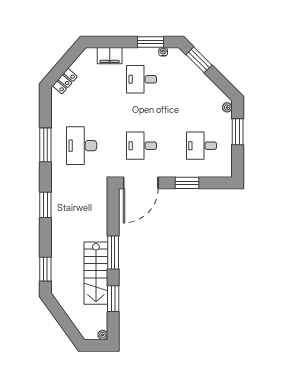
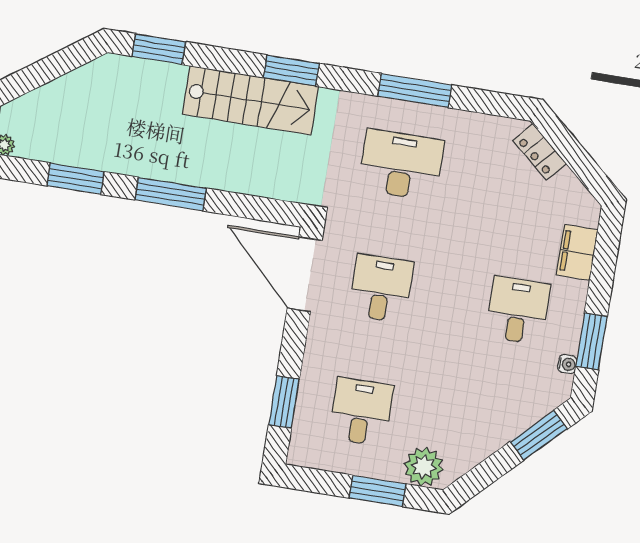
plant: (227, 107) -> (424, 467), width x1.87, depth x1.87
window: (187, 183) -> (284, 402), moved
stairs: (96, 273) -> (250, 100), moved, turned 180

